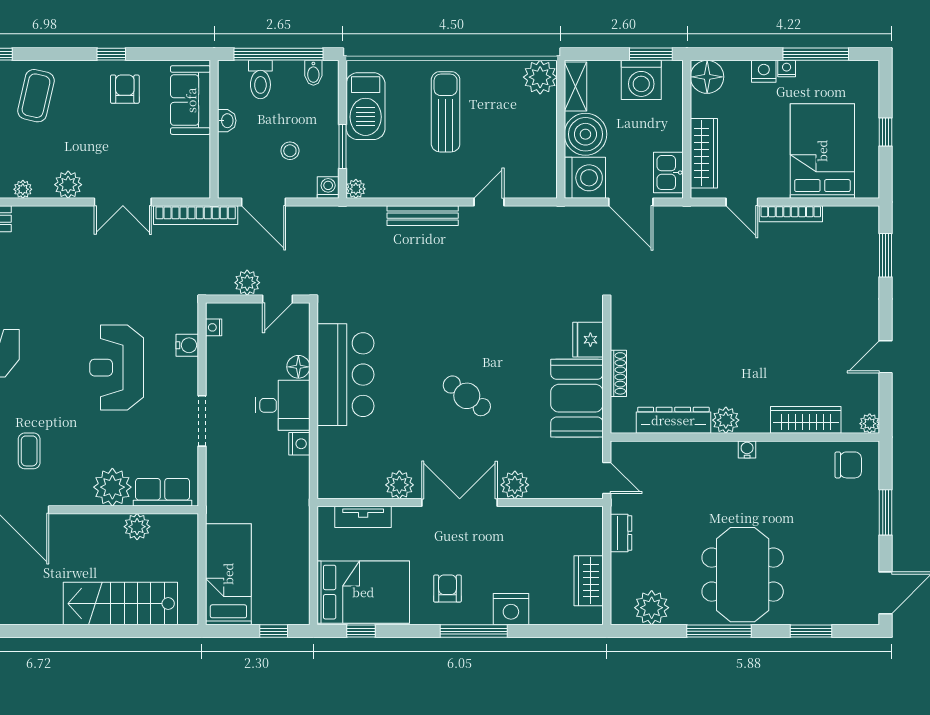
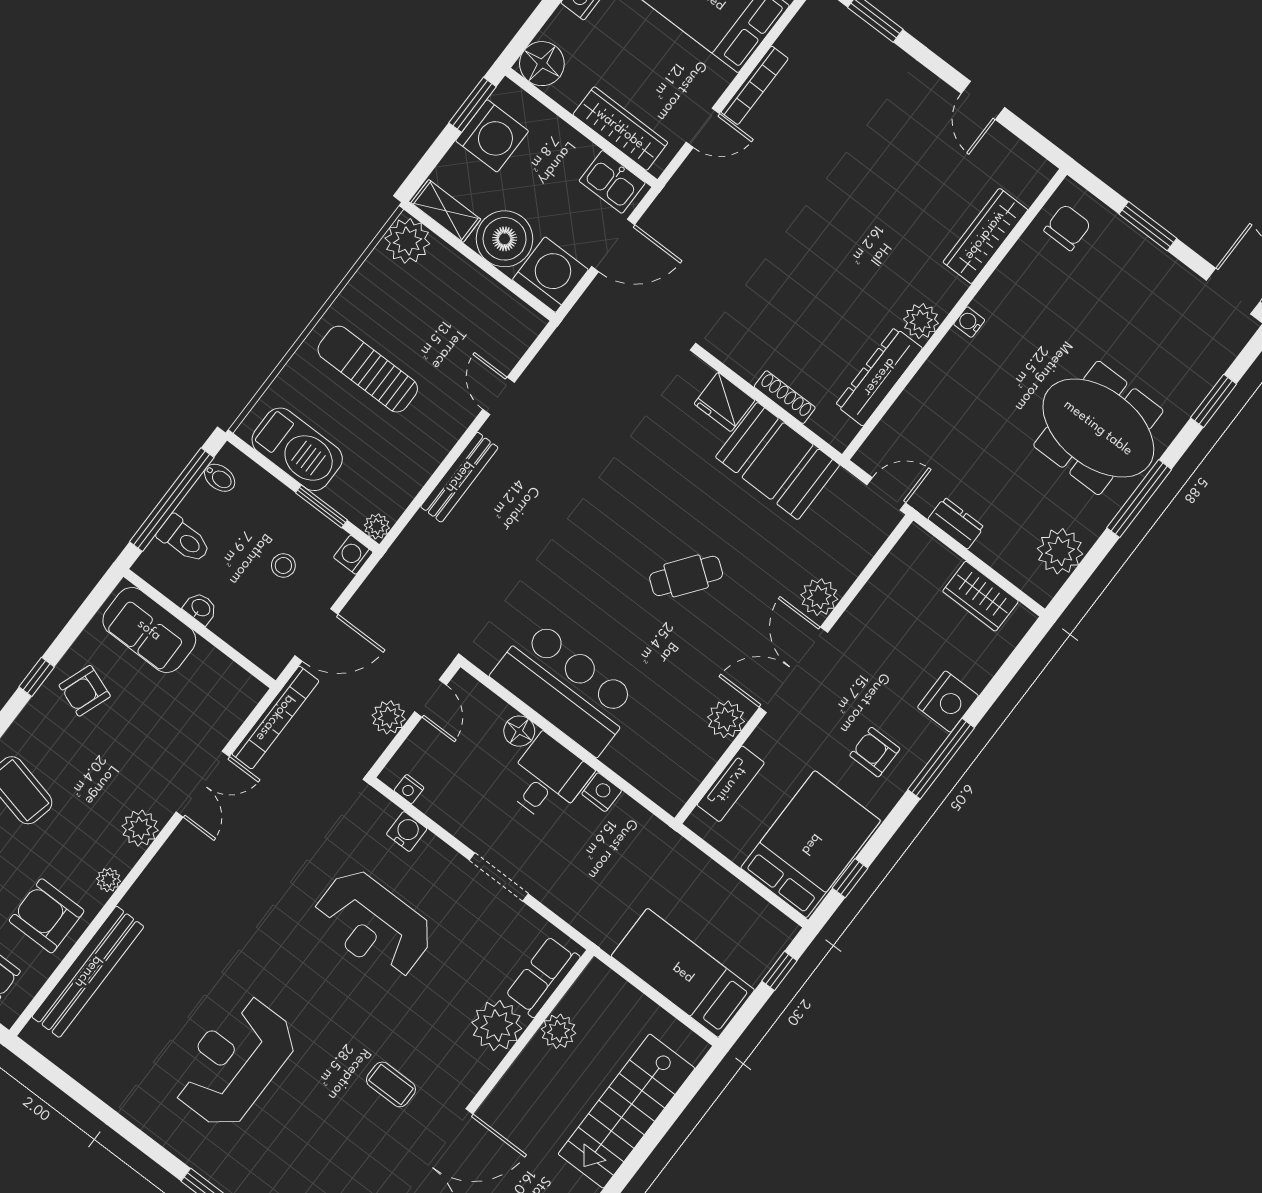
armchair: (125, 89) -> (85, 691), turned -70
plant: (870, 424) -> (1041, 171), removed

